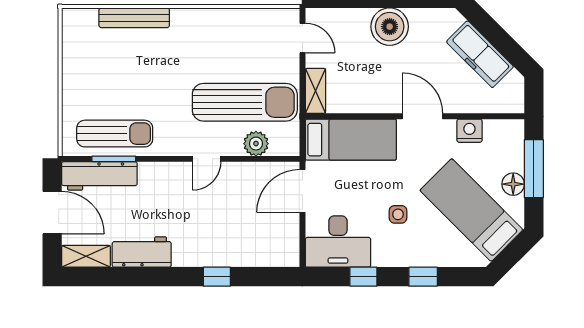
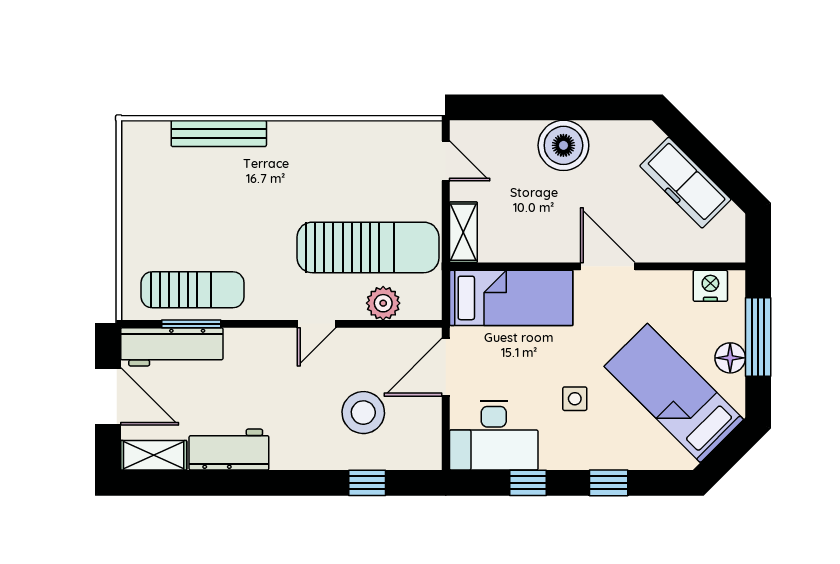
nightstand: (469, 131) -> (710, 286), moved
stool: (241, 225) -> (363, 413), added
window: (217, 277) -> (367, 483), moved

